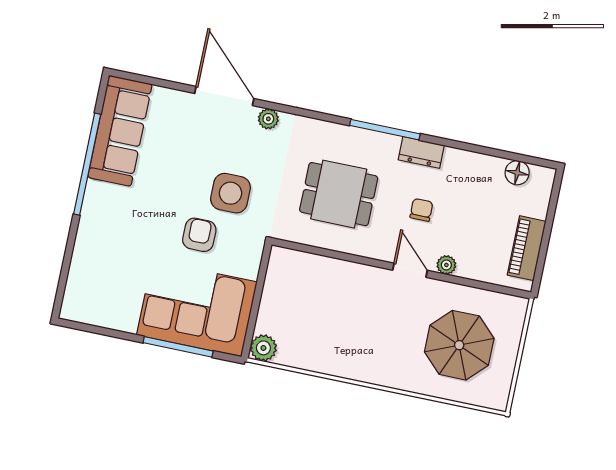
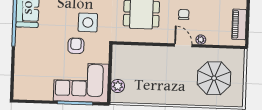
plant: (263, 348) -> (118, 86), moved

